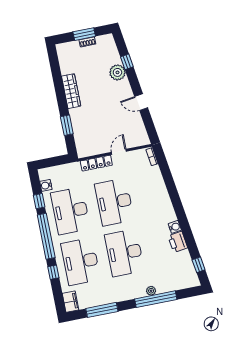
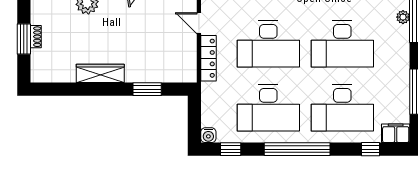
water cooler: (46, 185) -> (208, 135), moved
window: (39, 201) -> (231, 149), moved
window: (53, 272) -> (371, 149), moved

